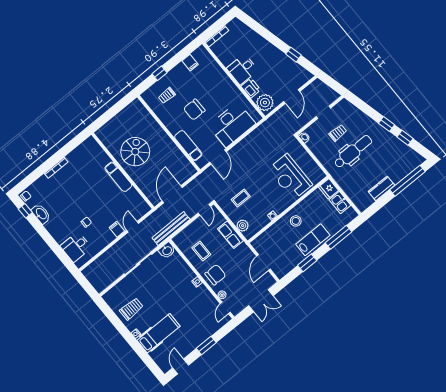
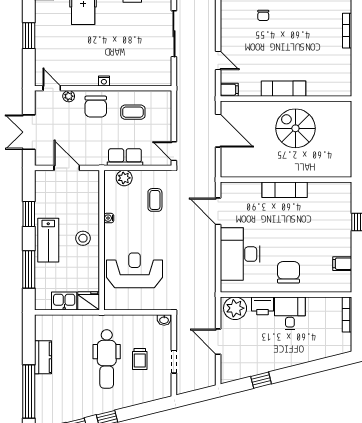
trolley: (167, 96) -> (328, 210), removed
chair: (194, 110) -> (288, 272), moved
exam couch: (188, 146) -> (285, 190), moved
spiral stairs: (135, 152) -> (295, 128), turned 180
bench: (171, 228) -> (183, 100), removed
filing cabinet: (117, 229) -> (229, 90), moved
washbasin: (167, 250) -> (163, 76), removed

